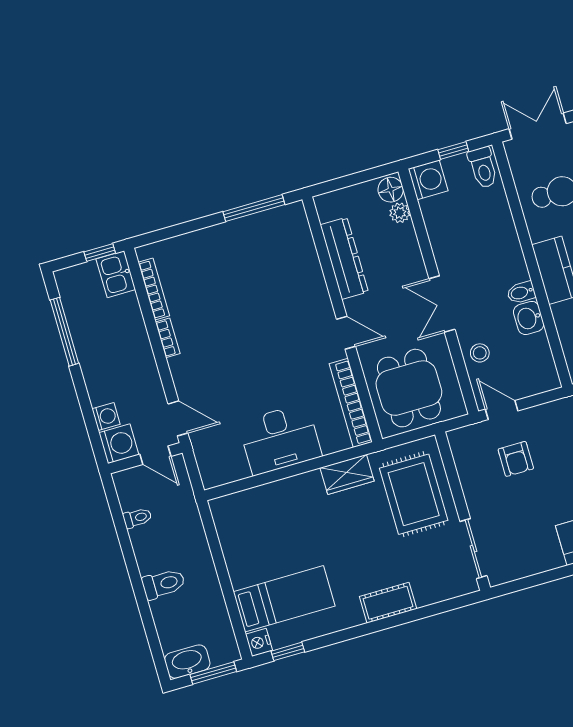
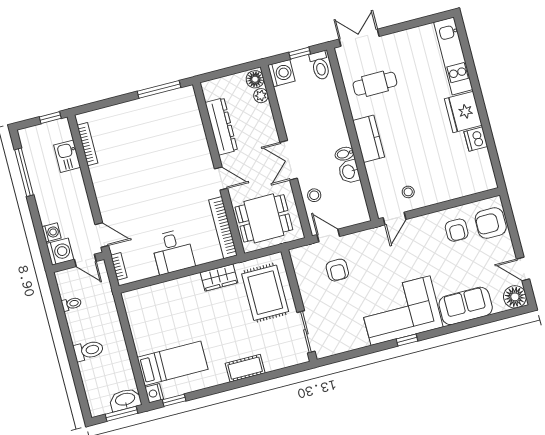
kitchen sink: (116, 274) -> (67, 156), moved
bookcase: (168, 338) -> (119, 266), moved
dining table: (409, 388) -> (264, 218), turned 90
desk: (280, 439) -> (173, 252), width x0.73
washbasin: (187, 662) -> (125, 400), moved

